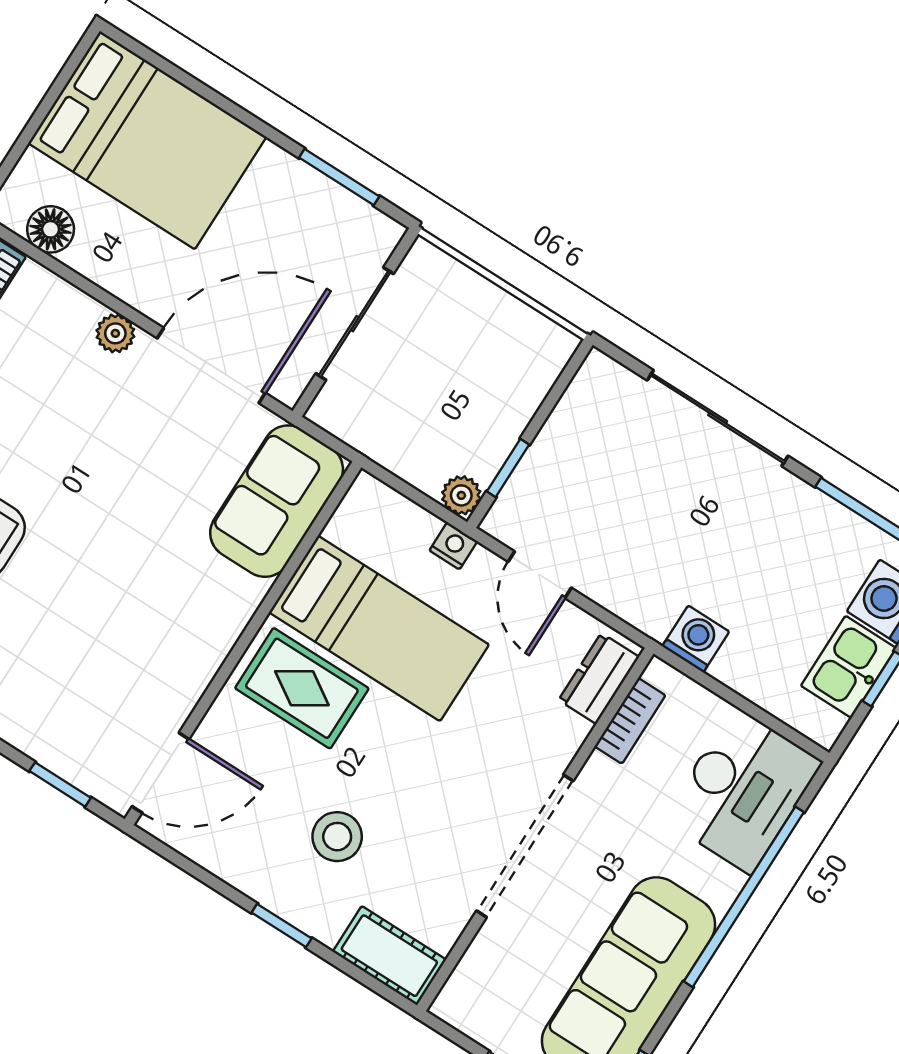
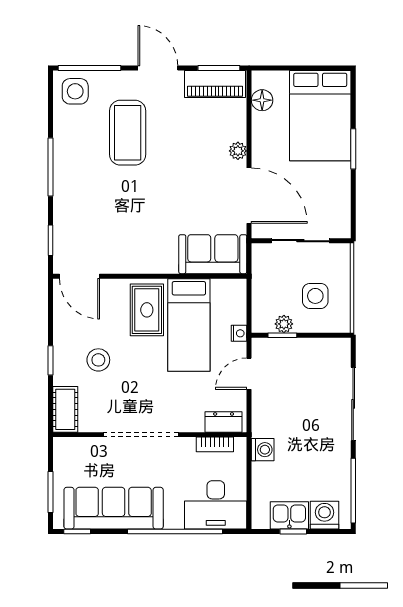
window: (339, 177) -> (353, 149), moved
side table: (474, 361) -> (315, 296), added
plant: (461, 495) -> (284, 324), moved

